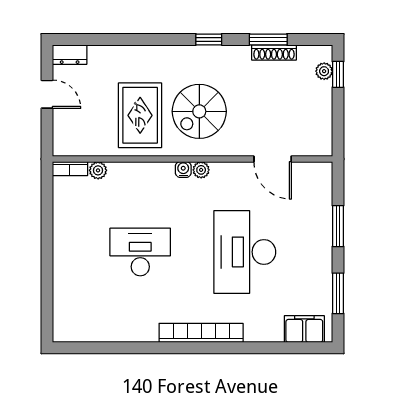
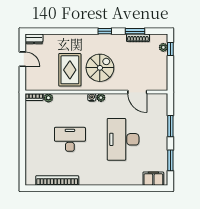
spiral stairs: (199, 111) -> (100, 68), turned 180
bookcase: (201, 333) -> (57, 180), moved

